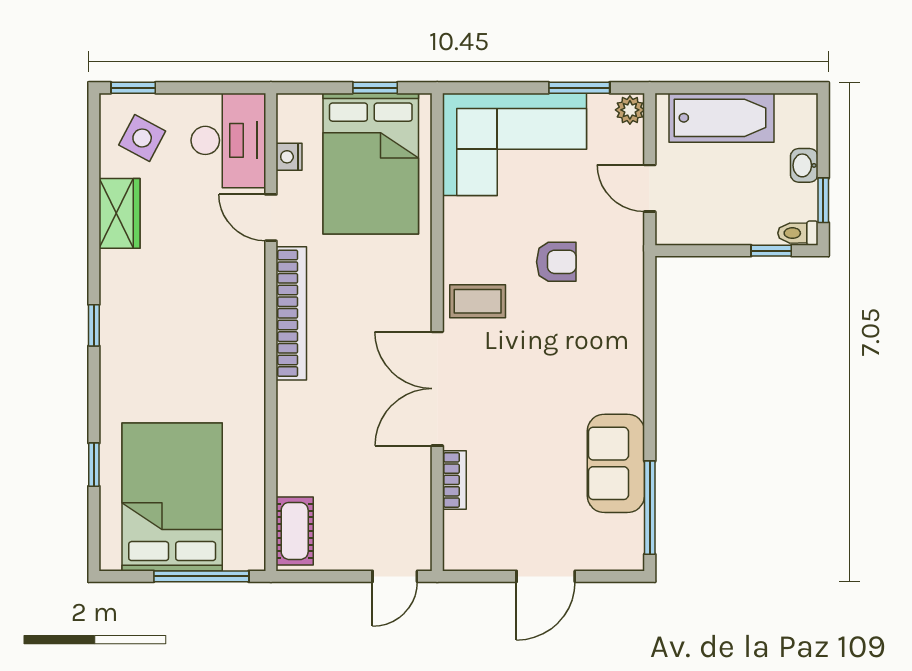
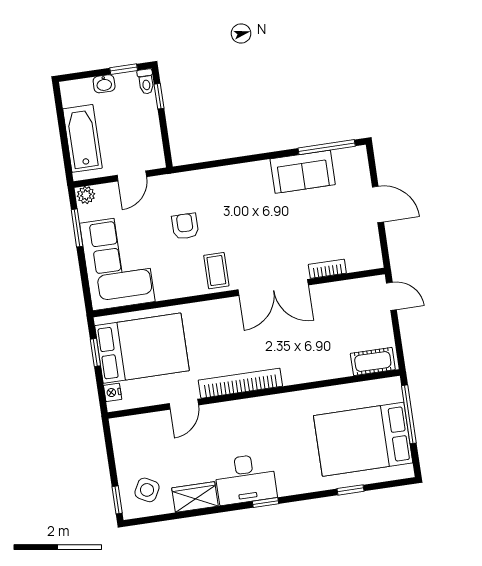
desk: (228, 140) -> (245, 479), moved, turned 180
nightstand: (289, 157) -> (113, 392), moved, turned 90

